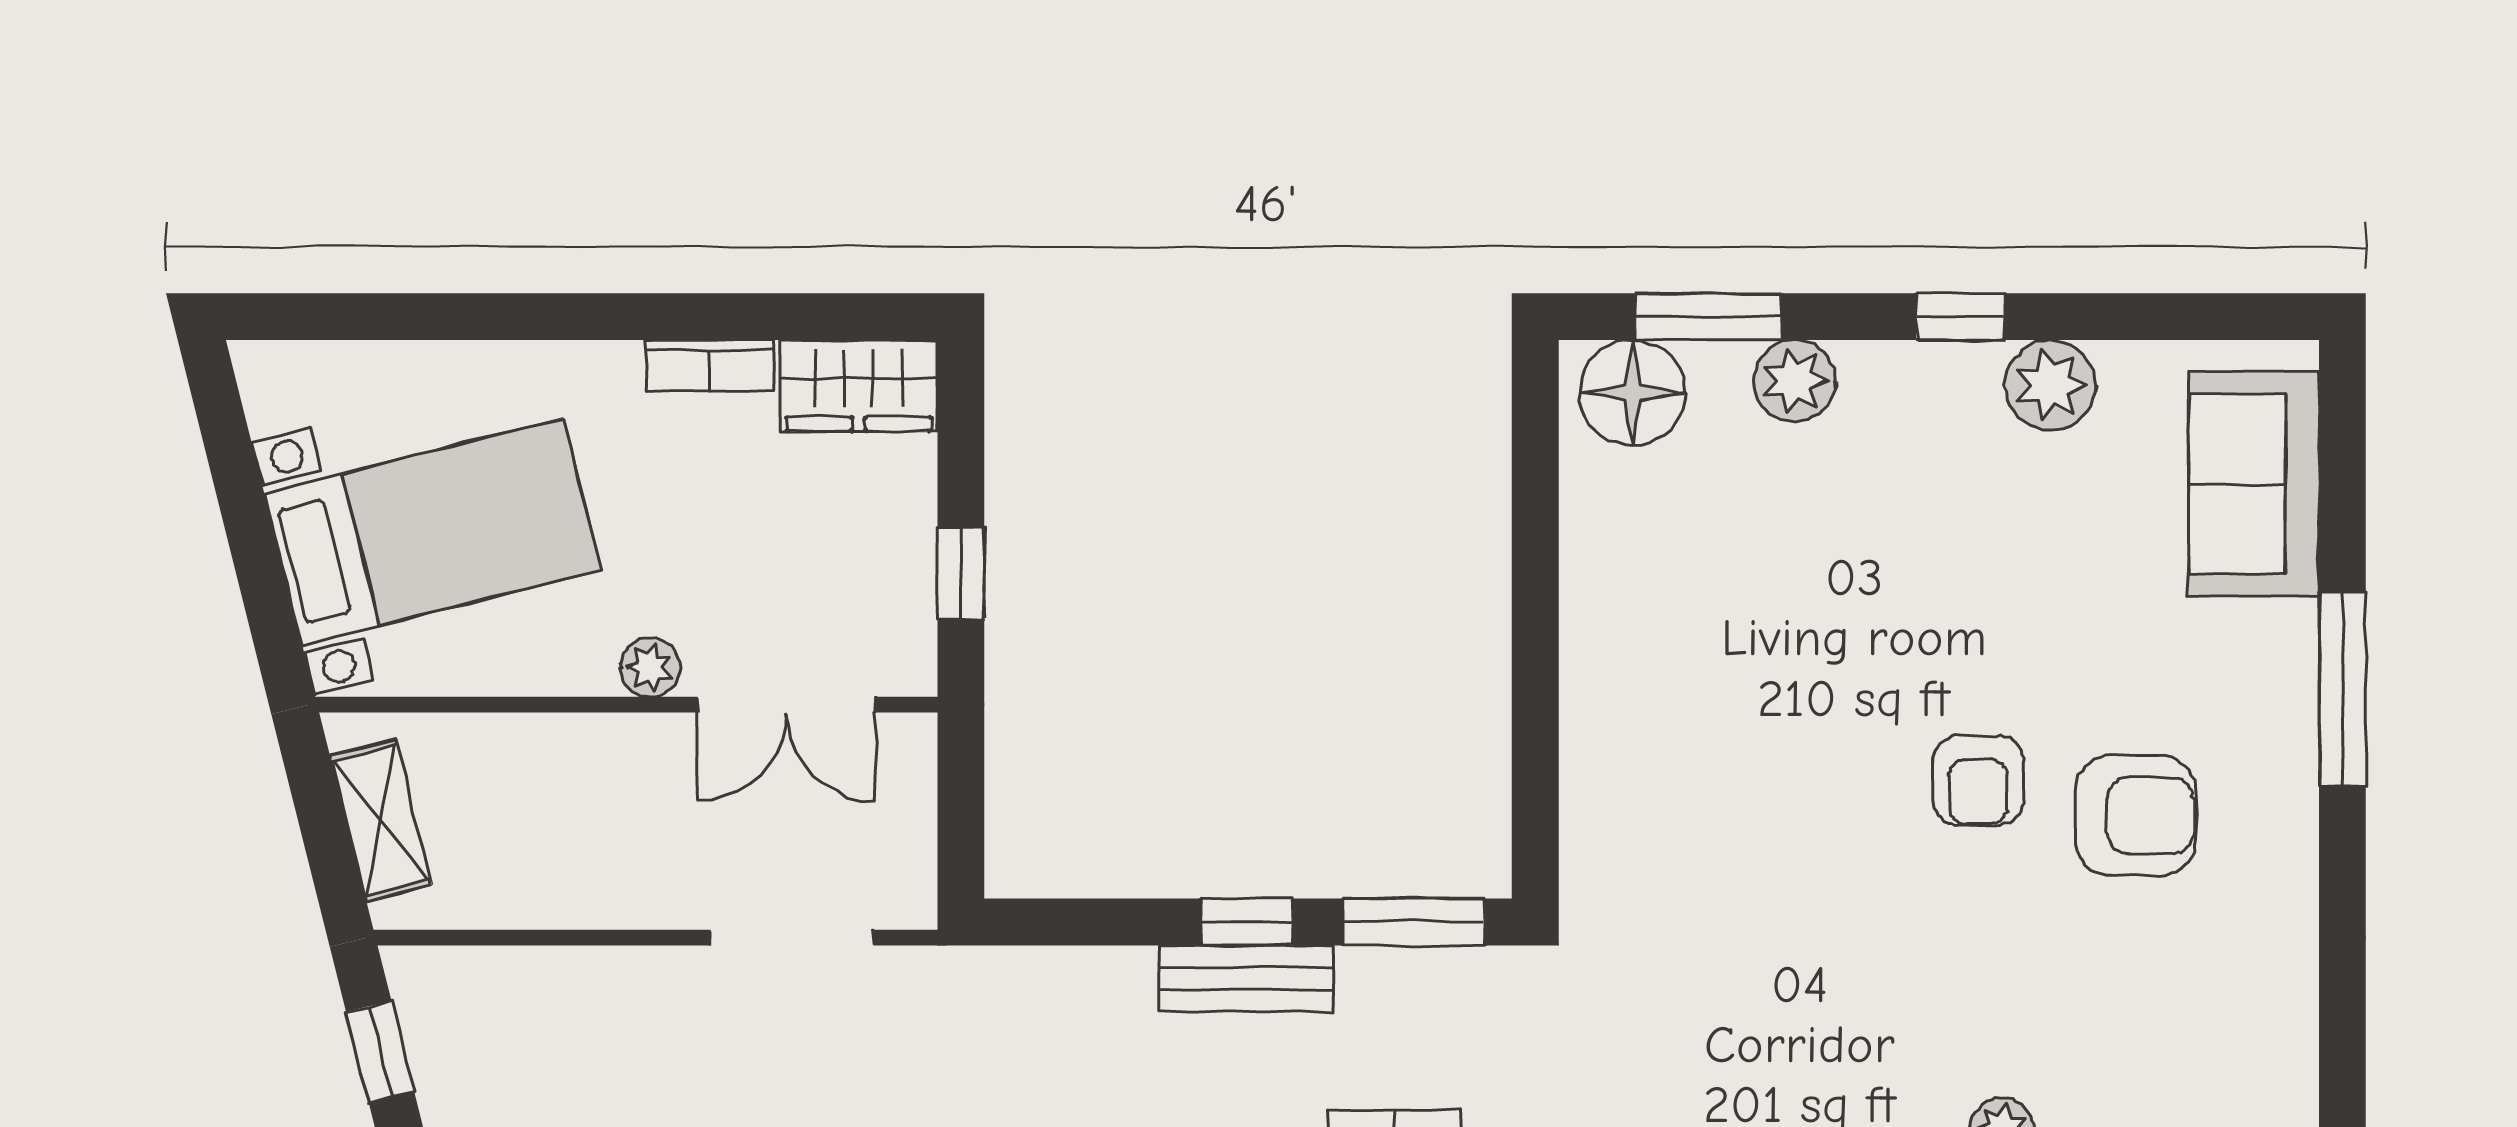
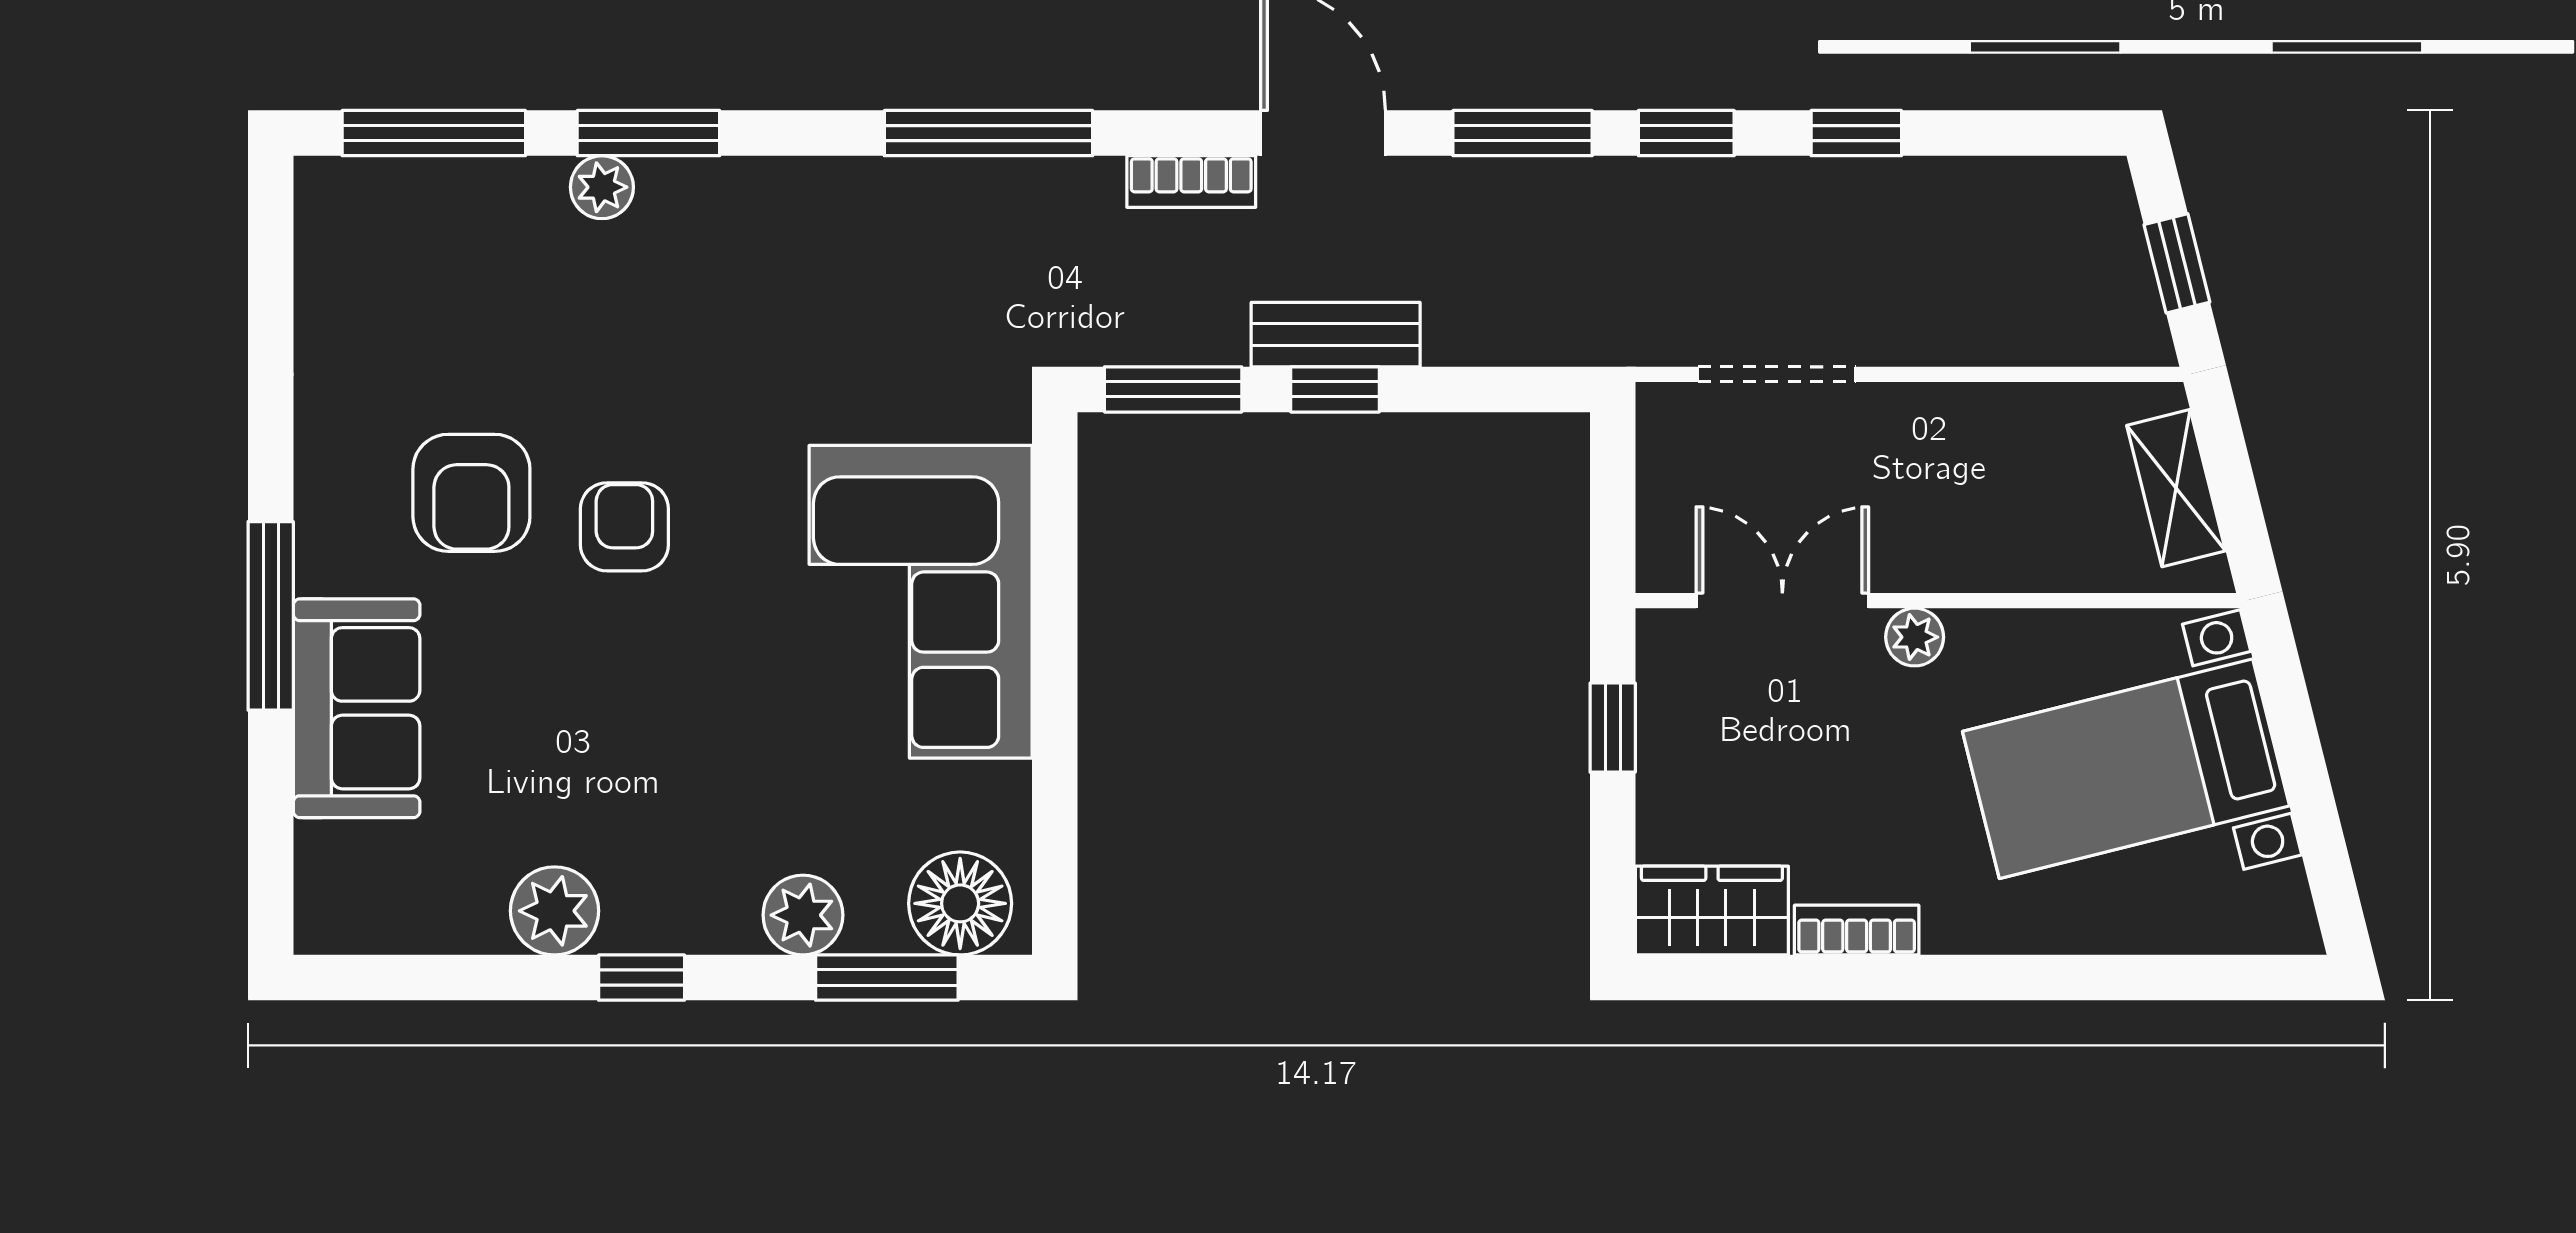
sofa: (2254, 484) -> (357, 708), moved
corner sofa: (1673, 703) -> (921, 602), added
armchair: (2136, 816) -> (471, 493), turned -90

